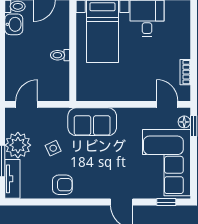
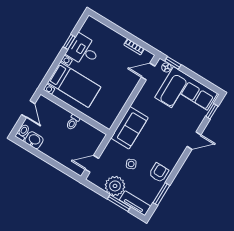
door: (27, 104) -> (92, 164), hinge flipped
window: (40, 202) -> (161, 194), added

